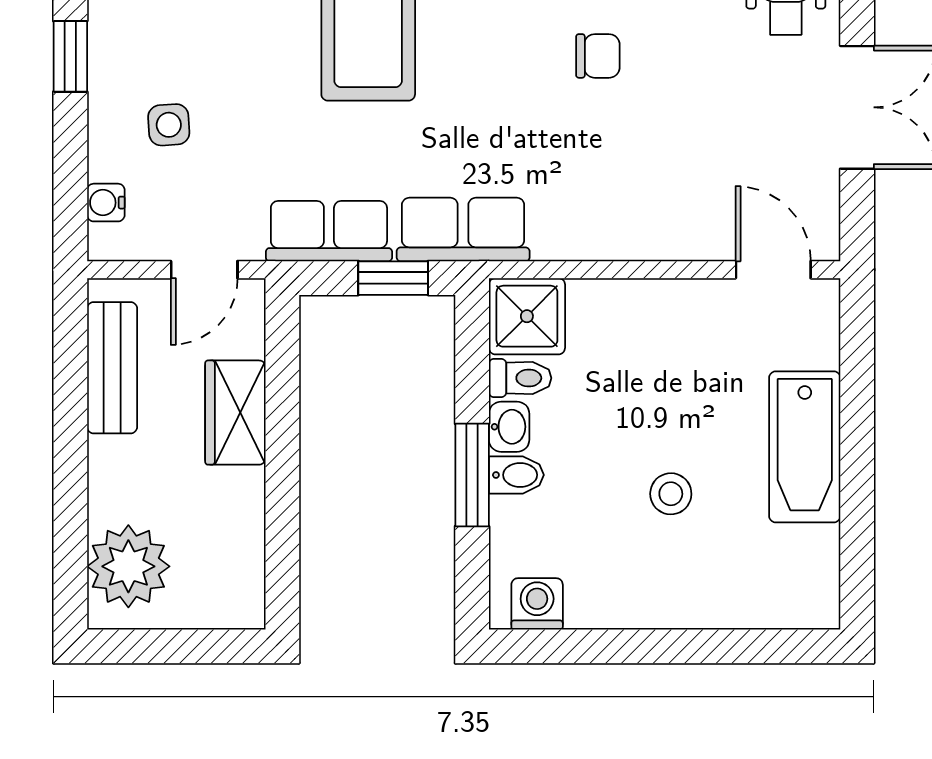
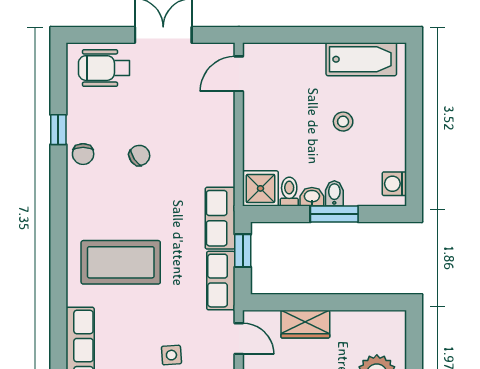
chair: (598, 56) -> (139, 155), turned 56
bathtub: (805, 447) -> (361, 59), moved

